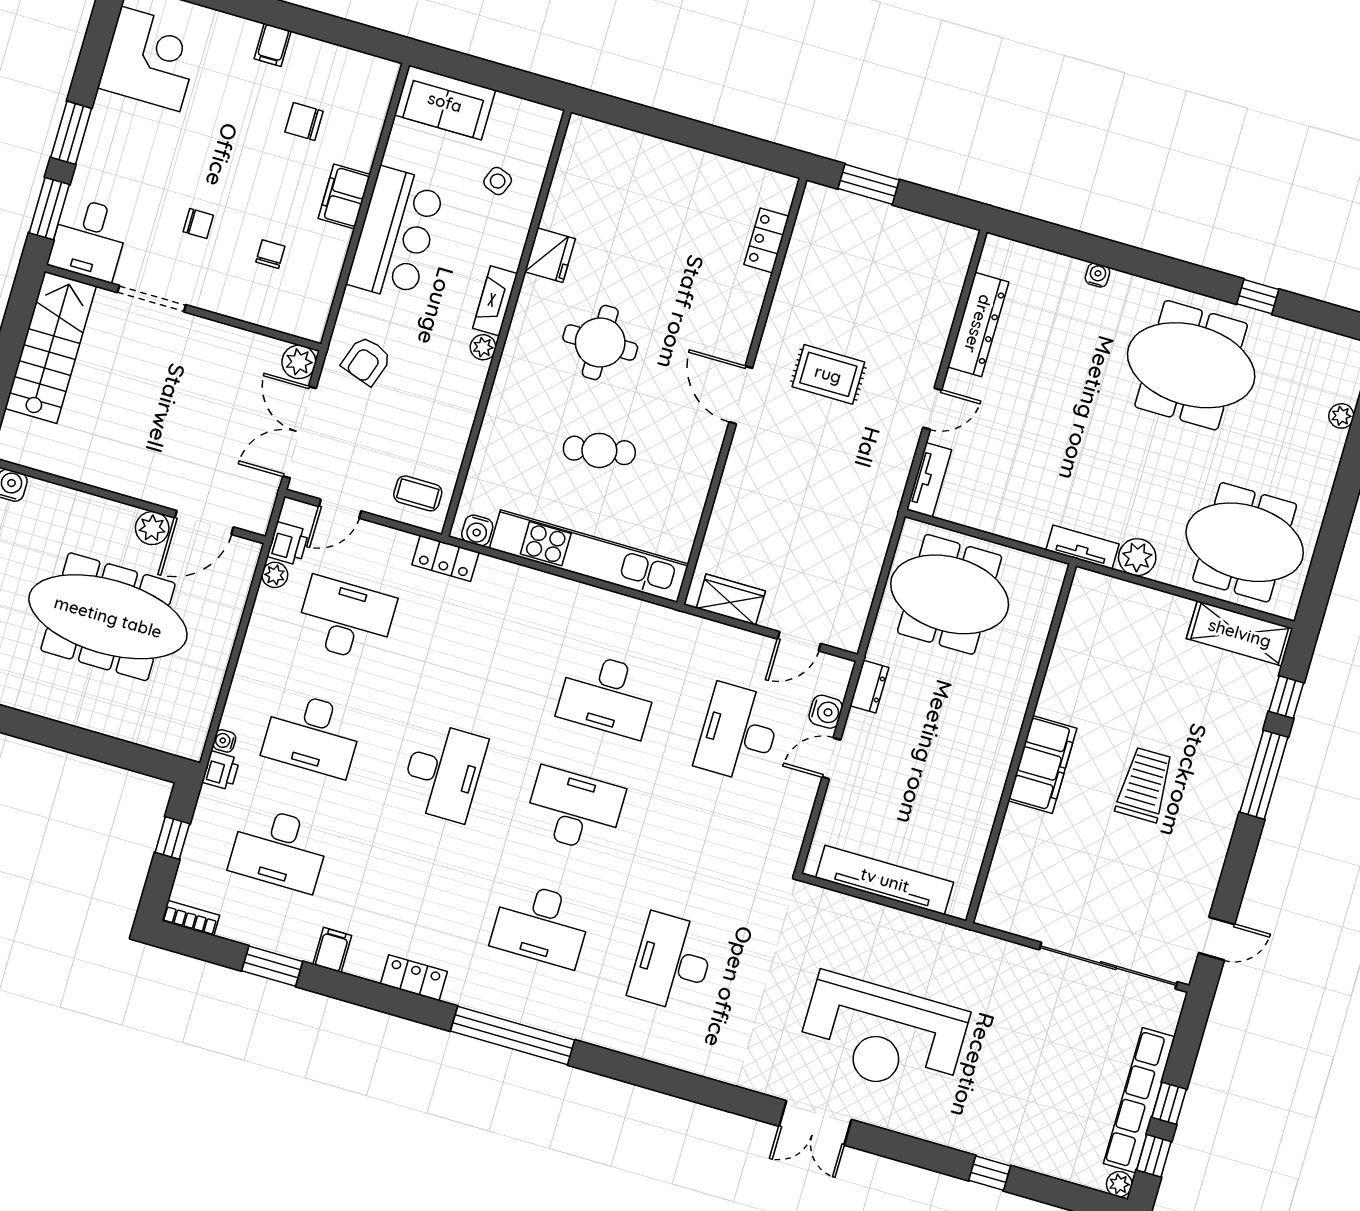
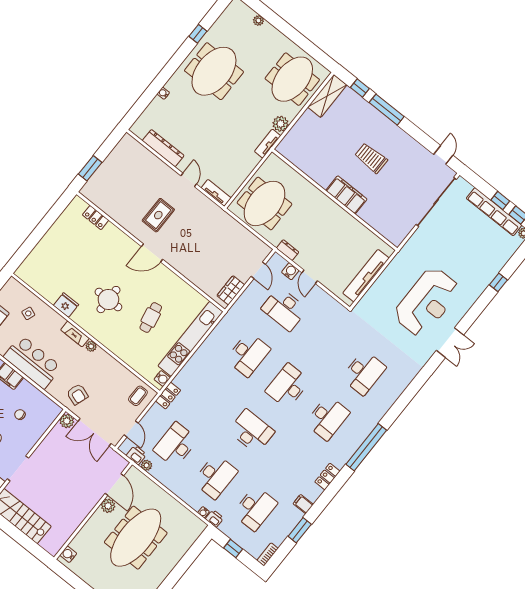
desk: (672, 962) -> (364, 373), turned -90

